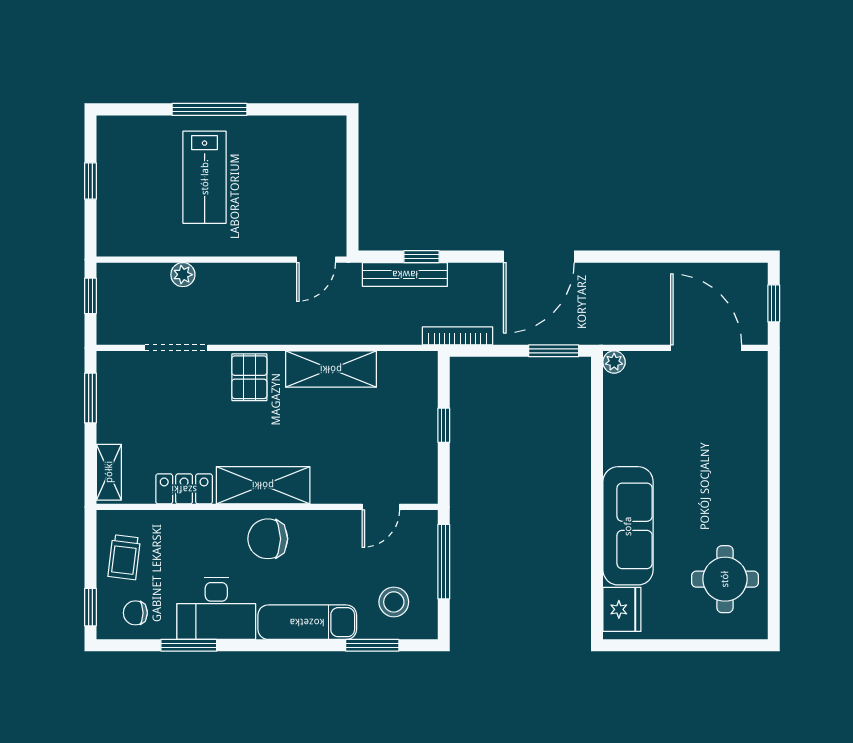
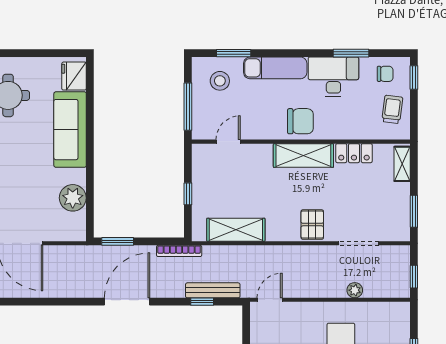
plant: (614, 362) -> (73, 198), moved, width x1.88, depth x1.88
shelving: (331, 369) -> (236, 230), moved

